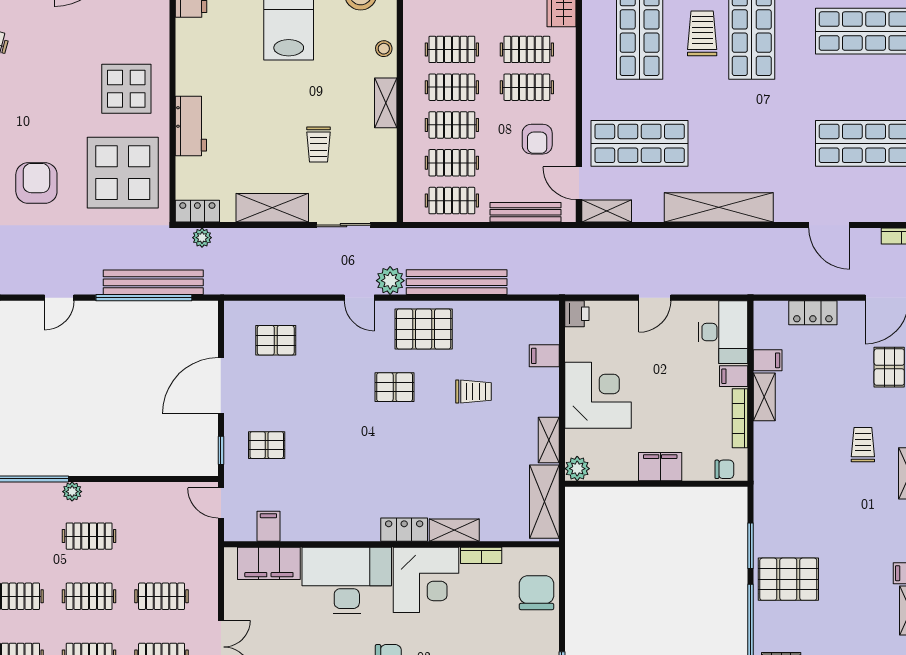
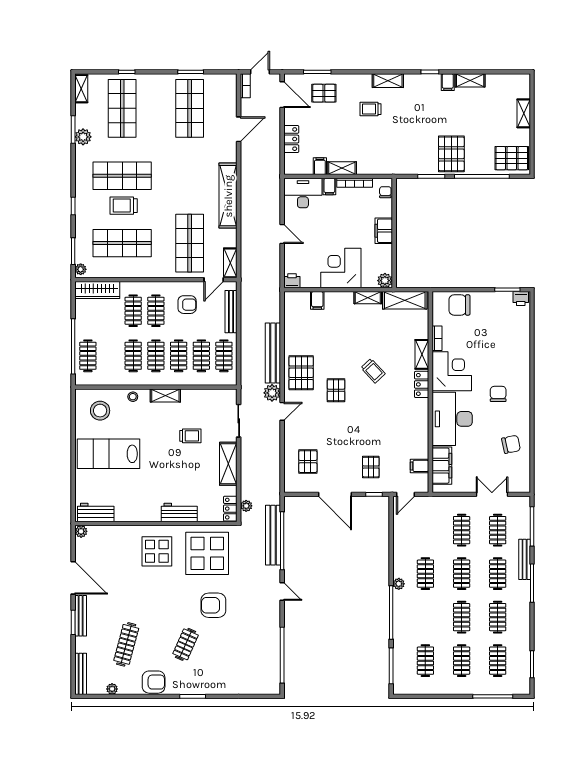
trolley: (474, 392) -> (373, 371), moved, turned 137

